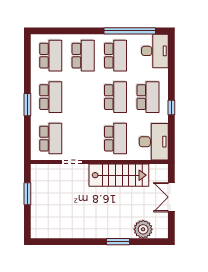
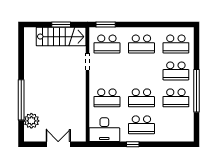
window: (130, 31) -> (196, 91), moved
desk: (155, 51) -> (180, 131), removed
window: (27, 105) -> (106, 25), moved
stairs: (119, 175) -> (61, 37), moved, turned -90
window: (118, 242) -> (21, 100), width x2.11

